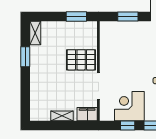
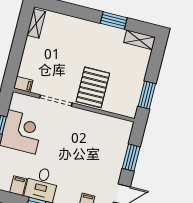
filing cabinet: (87, 114) -> (23, 84), width x0.50
shelving: (62, 116) -> (36, 23), moved

